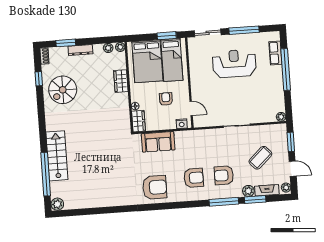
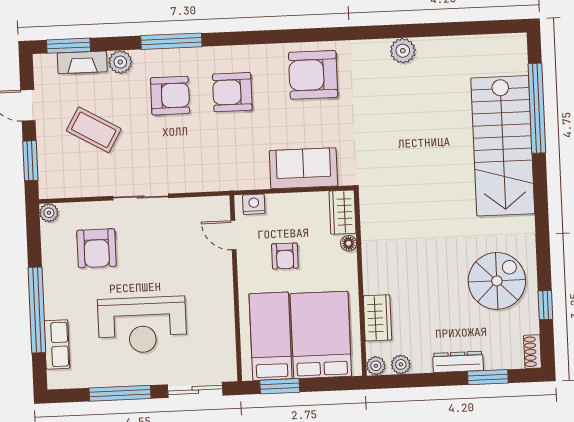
wardrobe: (121, 81) -> (377, 318), moved
armchair: (257, 100) -> (97, 248), added
stairs: (57, 156) -> (503, 146), width x1.36, depth x1.51
coffee table: (260, 158) -> (94, 130), turned 73
plant: (286, 188) -> (43, 67), removed
window: (255, 200) -> (68, 46), moved
plant: (57, 204) -> (403, 51), moved

